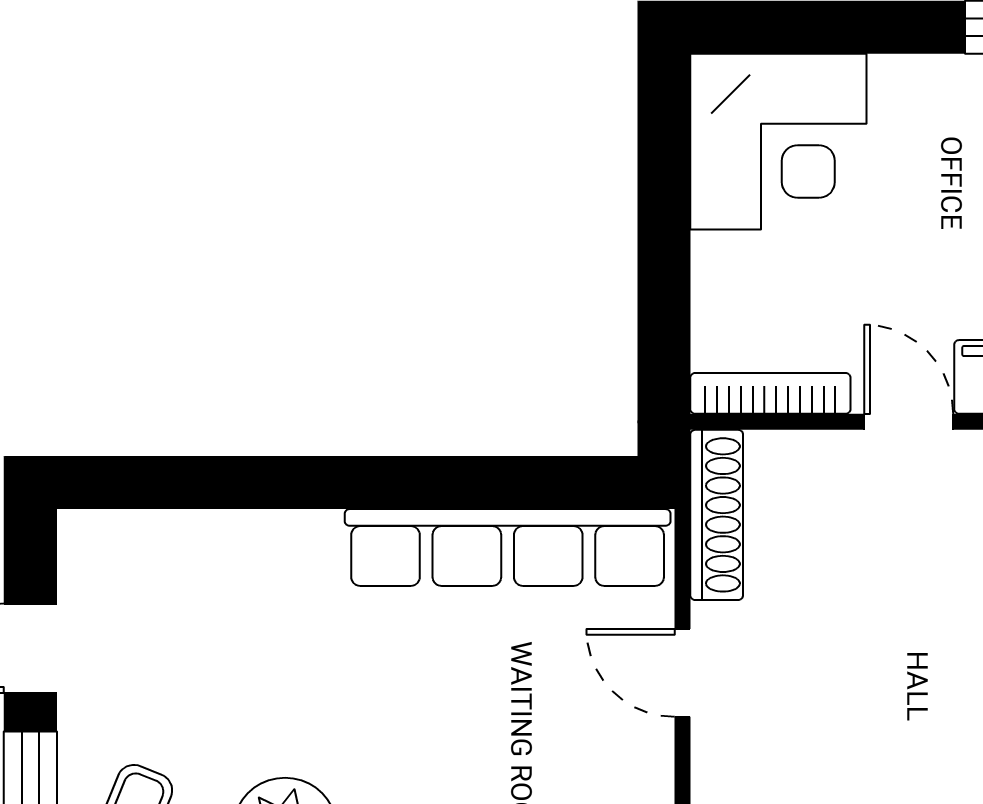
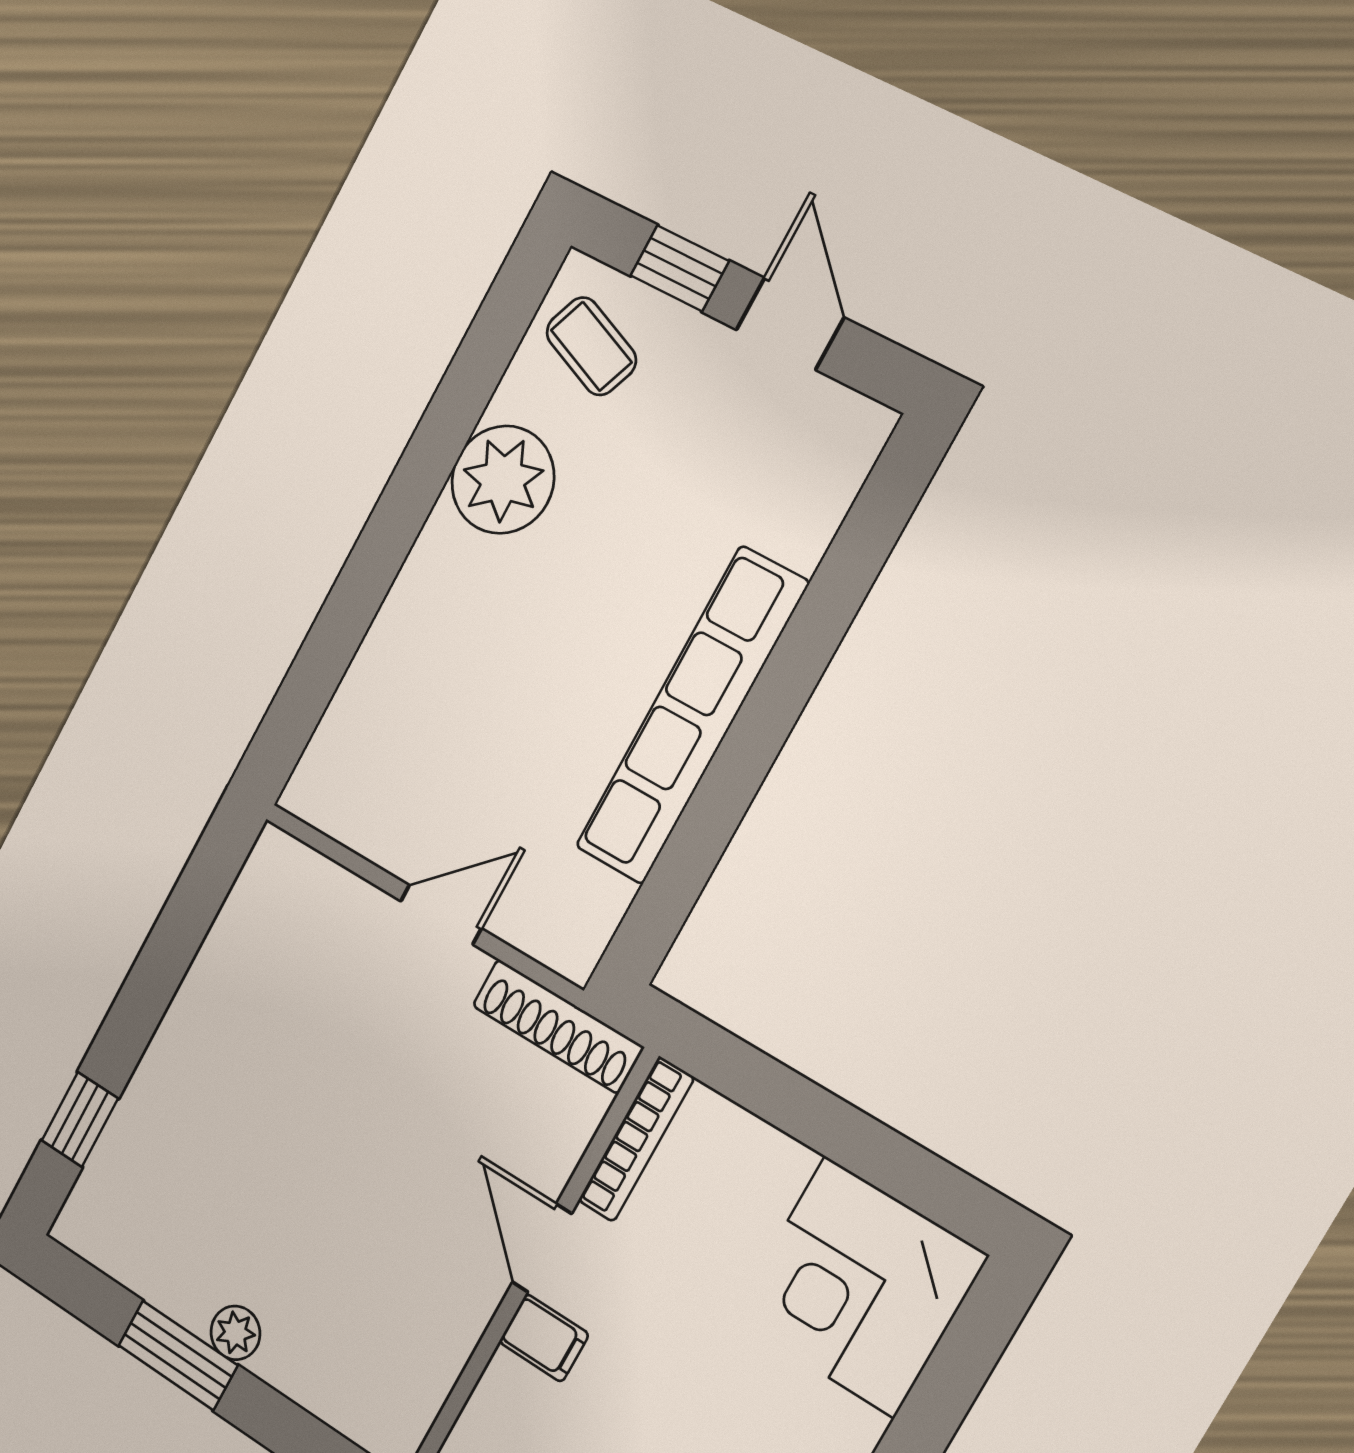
door: (909, 422) -> (542, 1248), swing flipped
row of seats: (508, 548) -> (692, 716), moved

